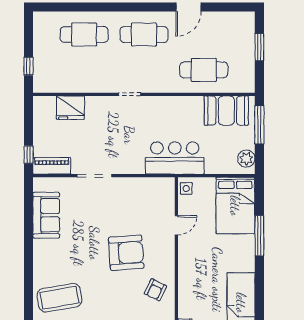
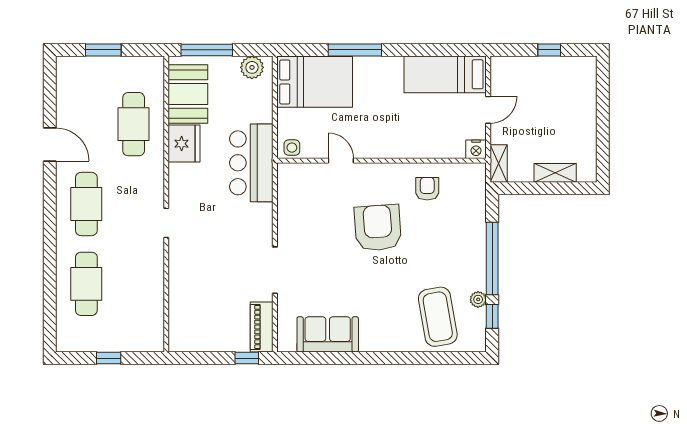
window: (28, 66) -> (109, 358), moved
fridge: (70, 108) -> (184, 144), moved
armchair: (155, 290) -> (427, 189), turned -116

